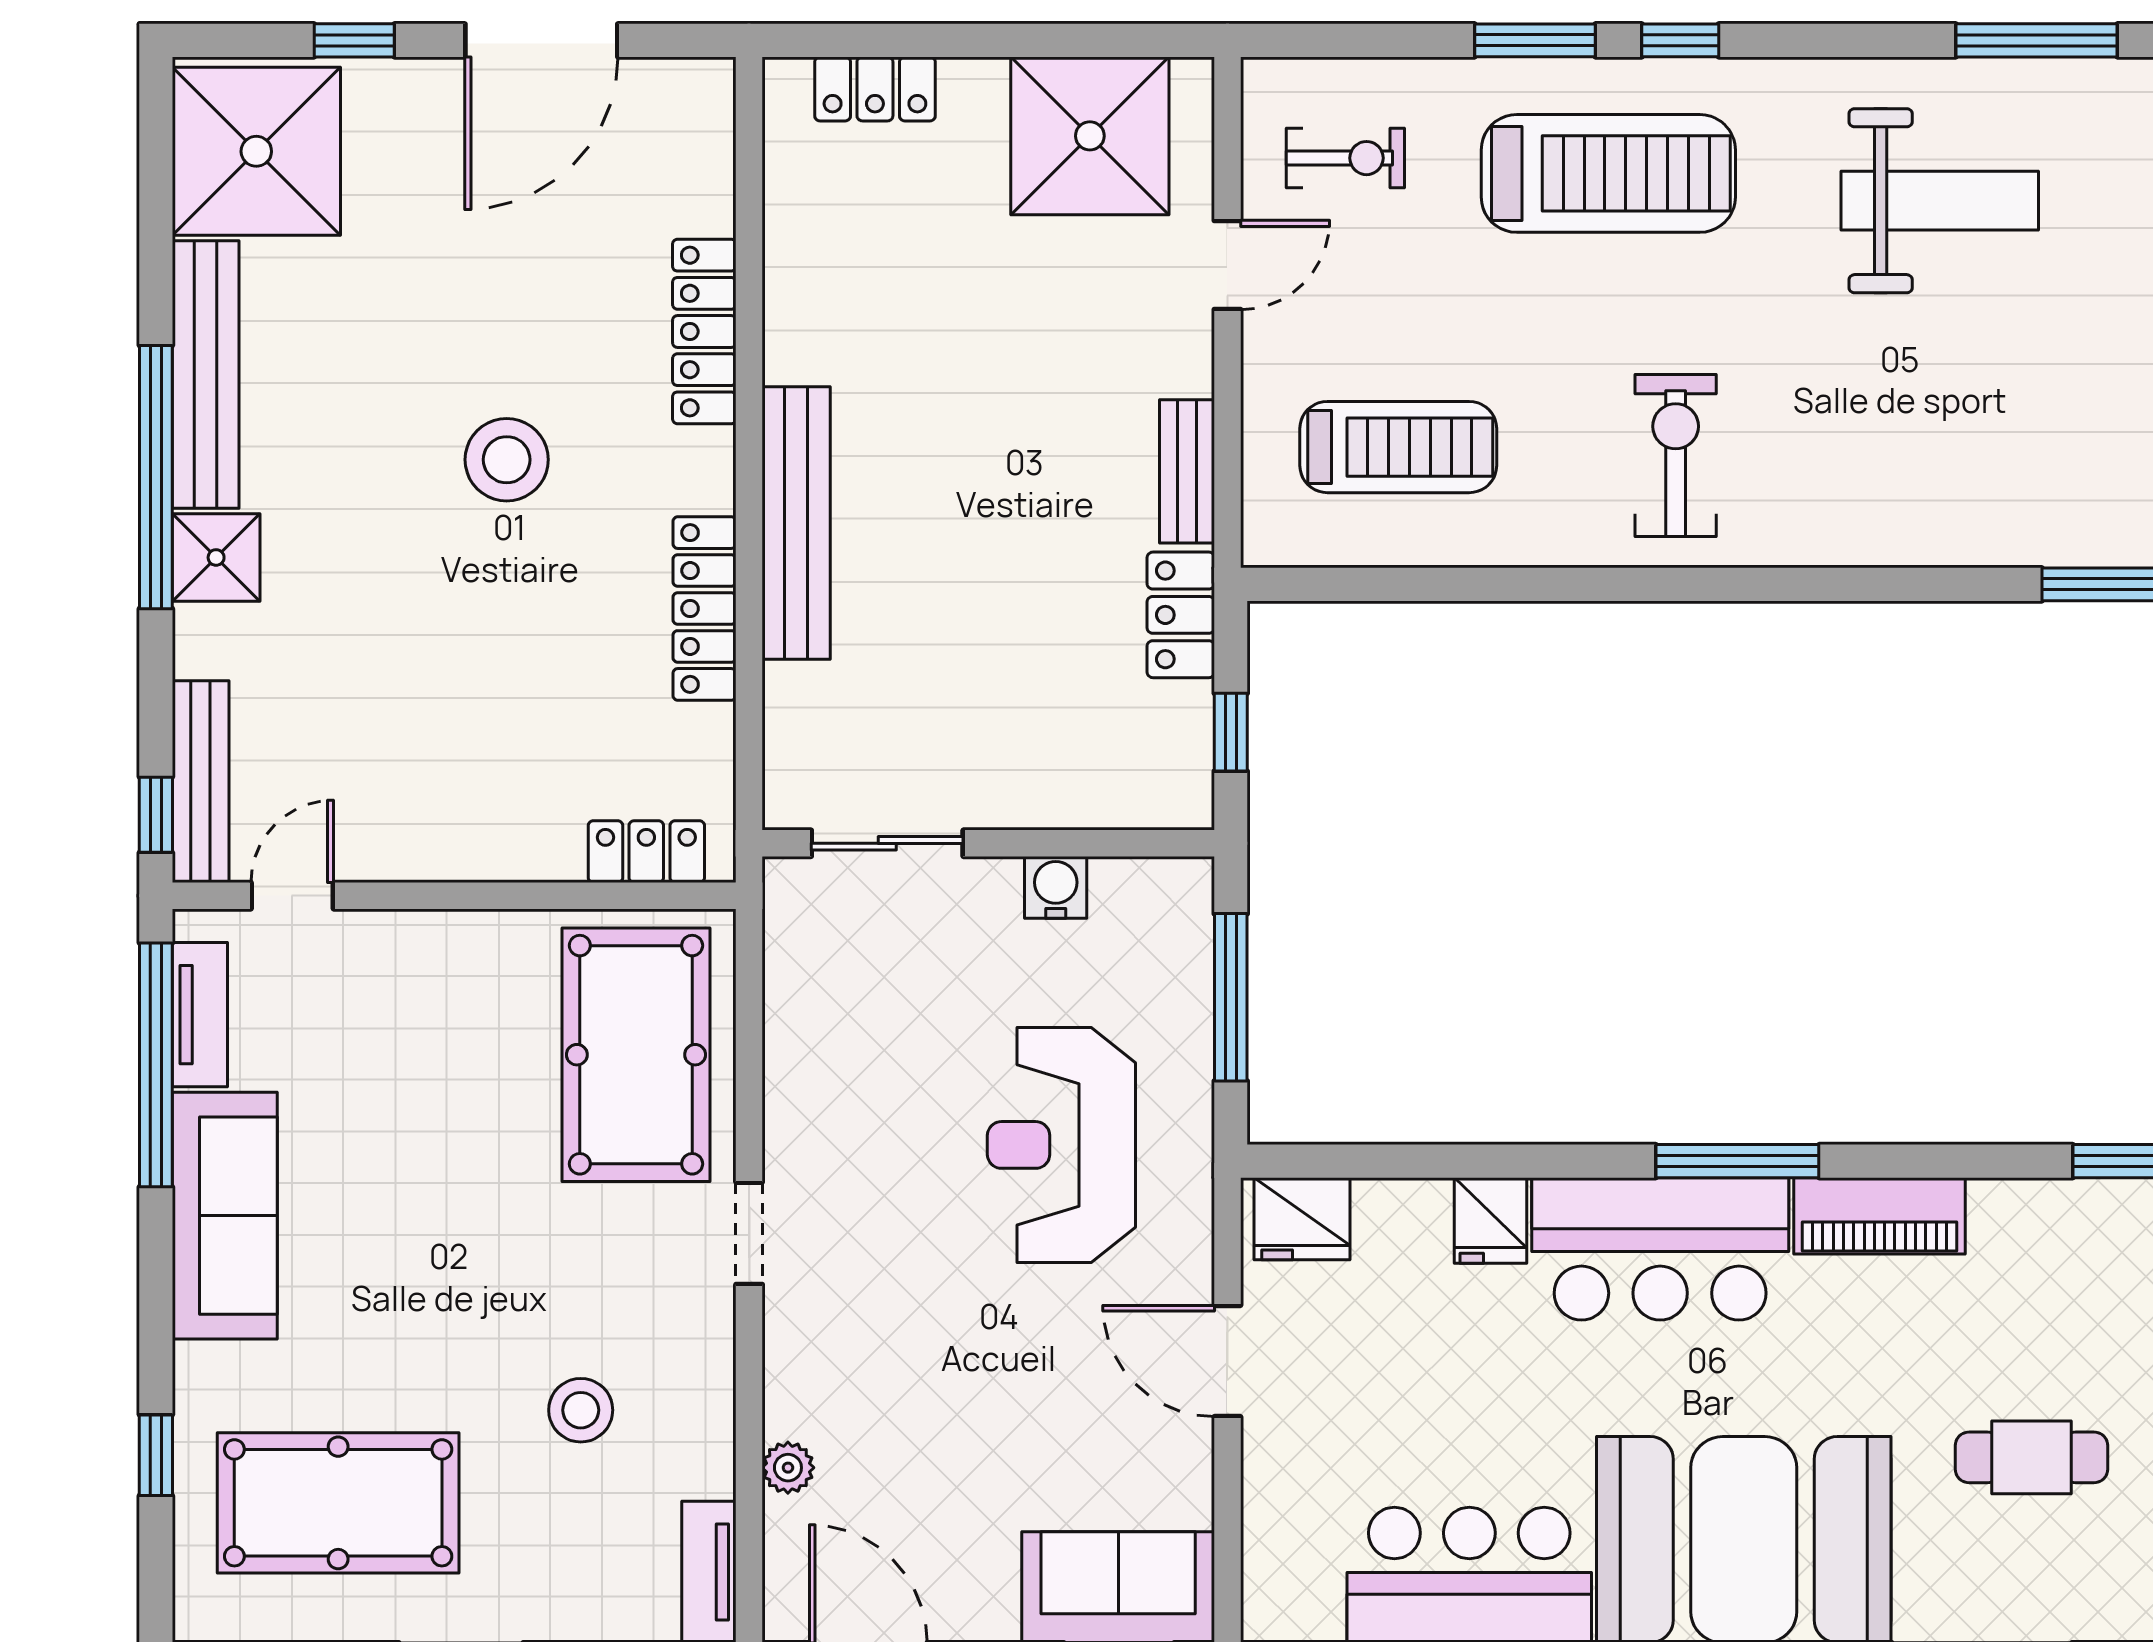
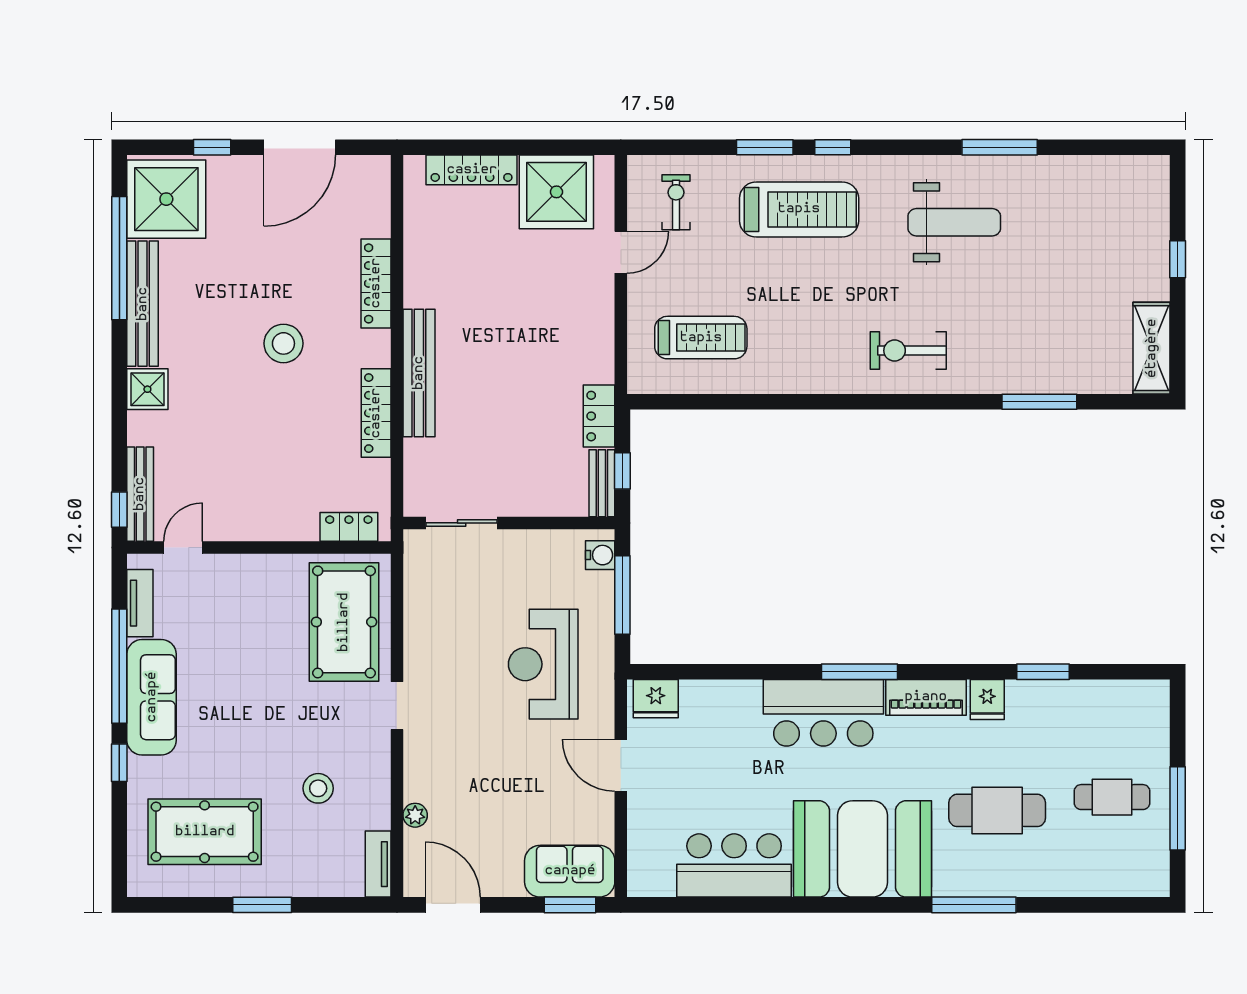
locker: (875, 89) -> (472, 170), width x1.53
exercise bike: (1345, 158) -> (676, 202), turned -90
exercise bike: (1676, 455) -> (908, 351), moved, turned -90
bench: (1187, 471) -> (602, 483), moved
window: (156, 477) -> (119, 258), moved
water cooler: (1056, 887) -> (600, 555), moved, turned 90
window: (156, 1065) -> (119, 666), moved
fridge: (1490, 1220) -> (987, 700), moved
window: (156, 1455) -> (119, 763), moved
cafe table: (2032, 1457) -> (997, 810), width x1.37, depth x1.35

